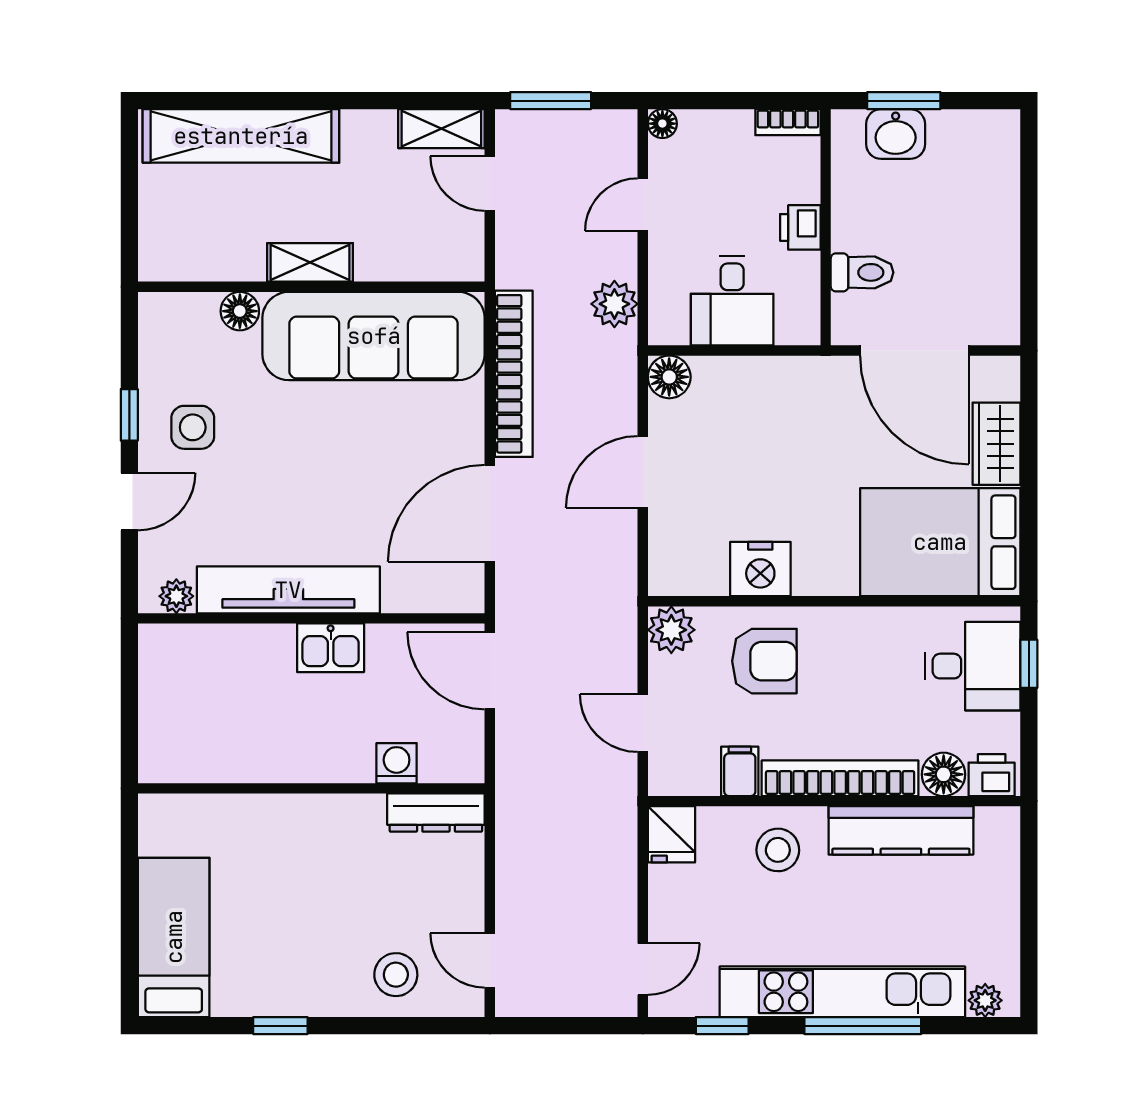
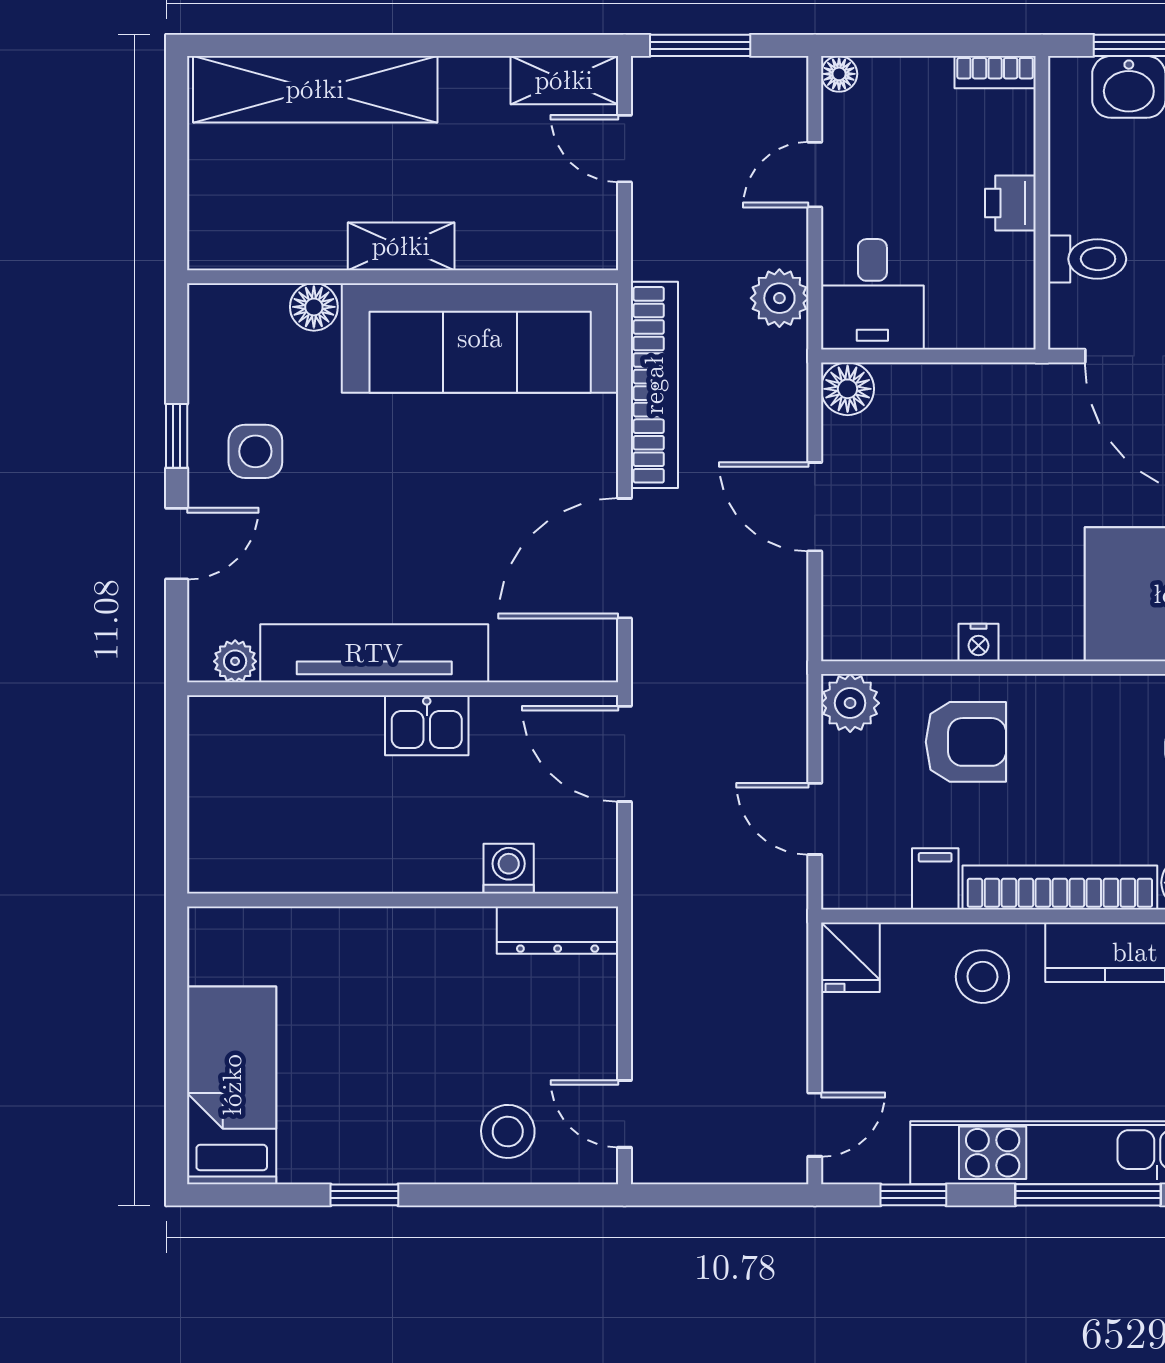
desk: (732, 301) -> (872, 294), moved
door: (643, 472) -> (815, 507), hinge flipped
nightstand: (760, 569) -> (978, 642), width x0.53, depth x0.56

